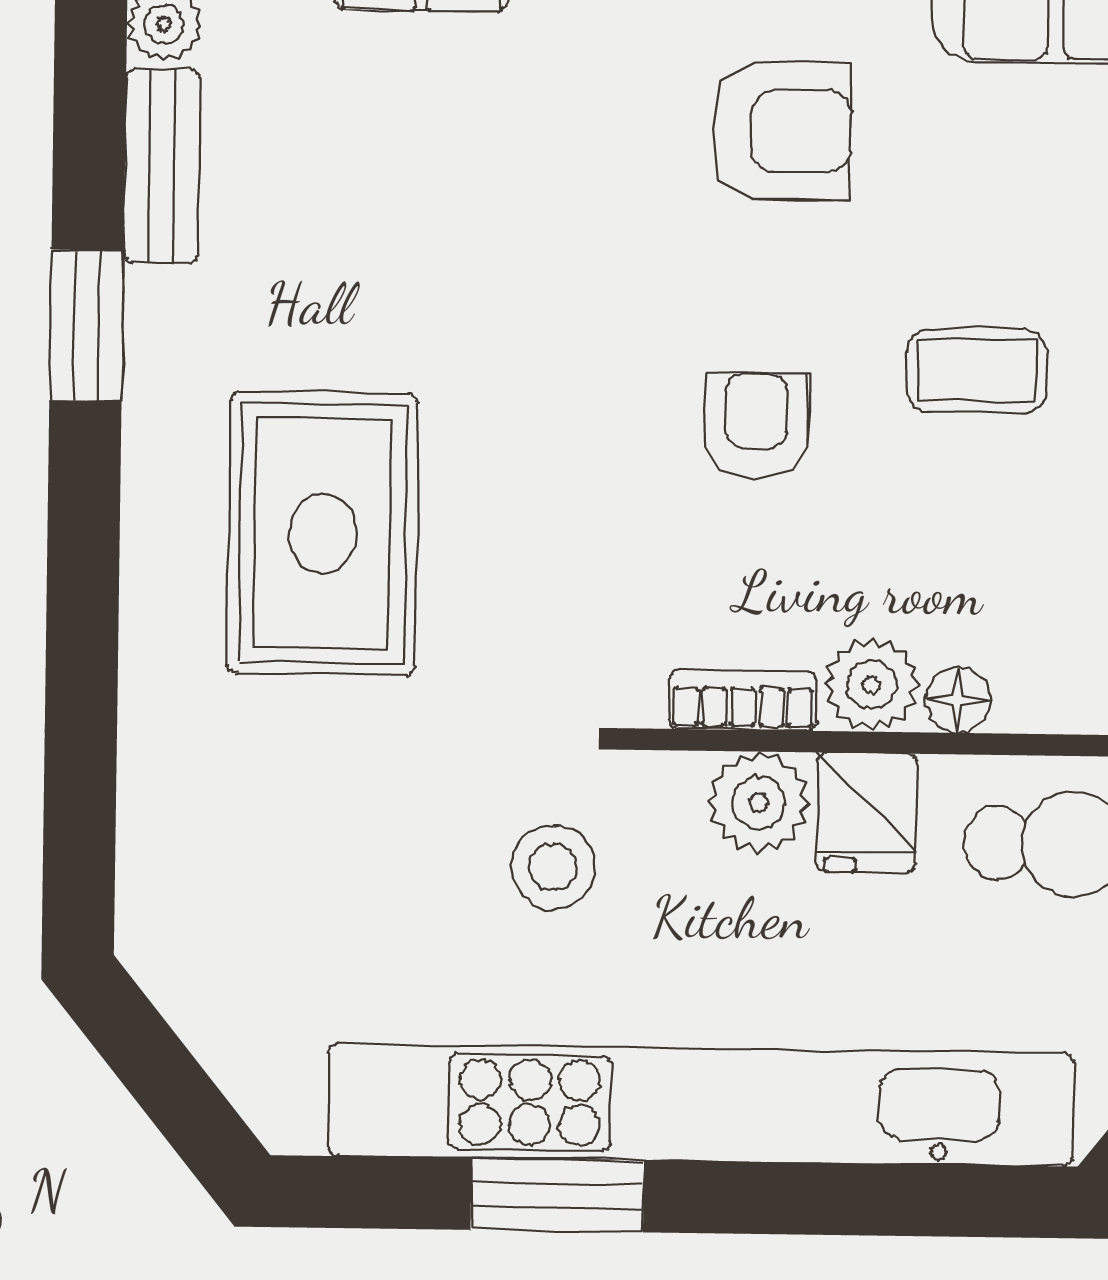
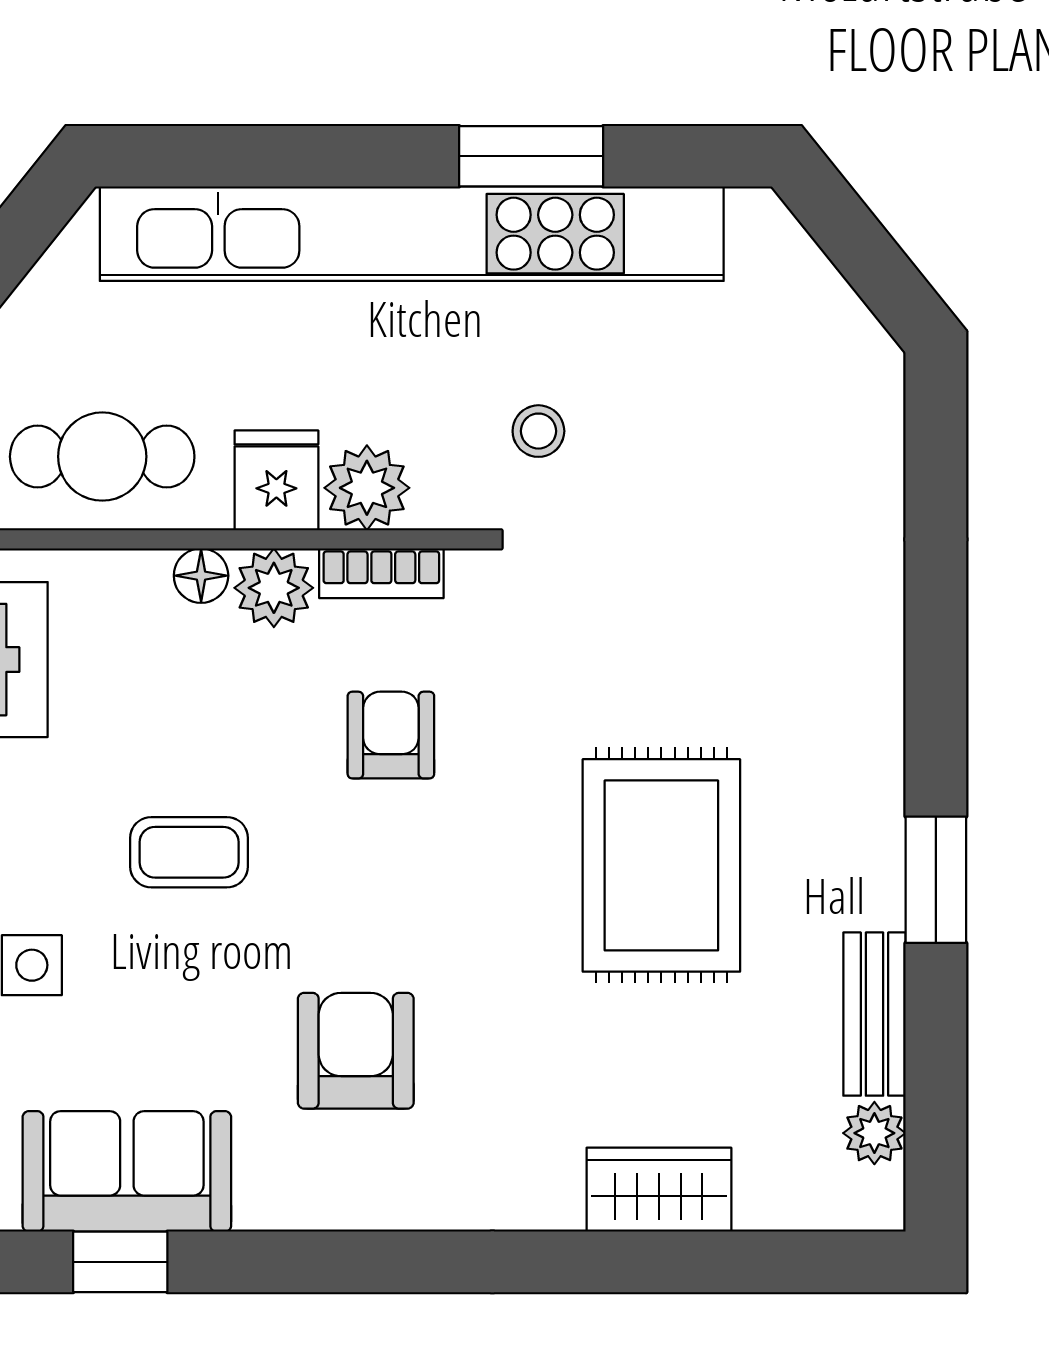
armchair: (781, 131) -> (356, 1051), turned 90
armchair: (756, 425) -> (391, 735), moved, turned 180
rug: (323, 533) -> (661, 865), moved
stool: (553, 867) -> (538, 431), width x0.73, depth x0.73

